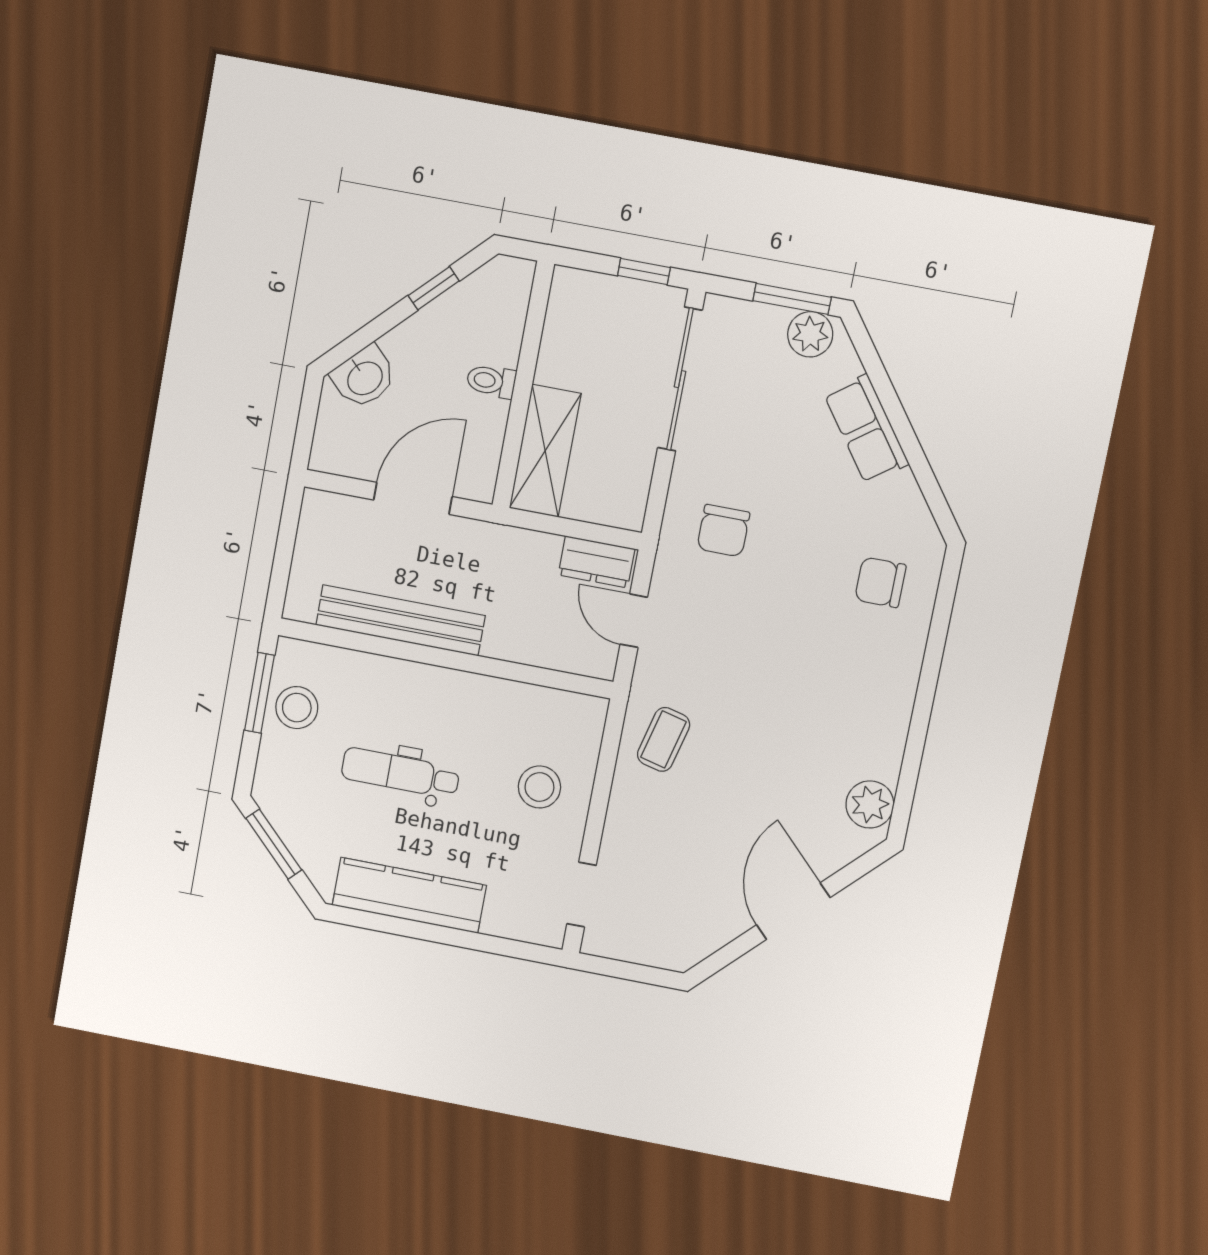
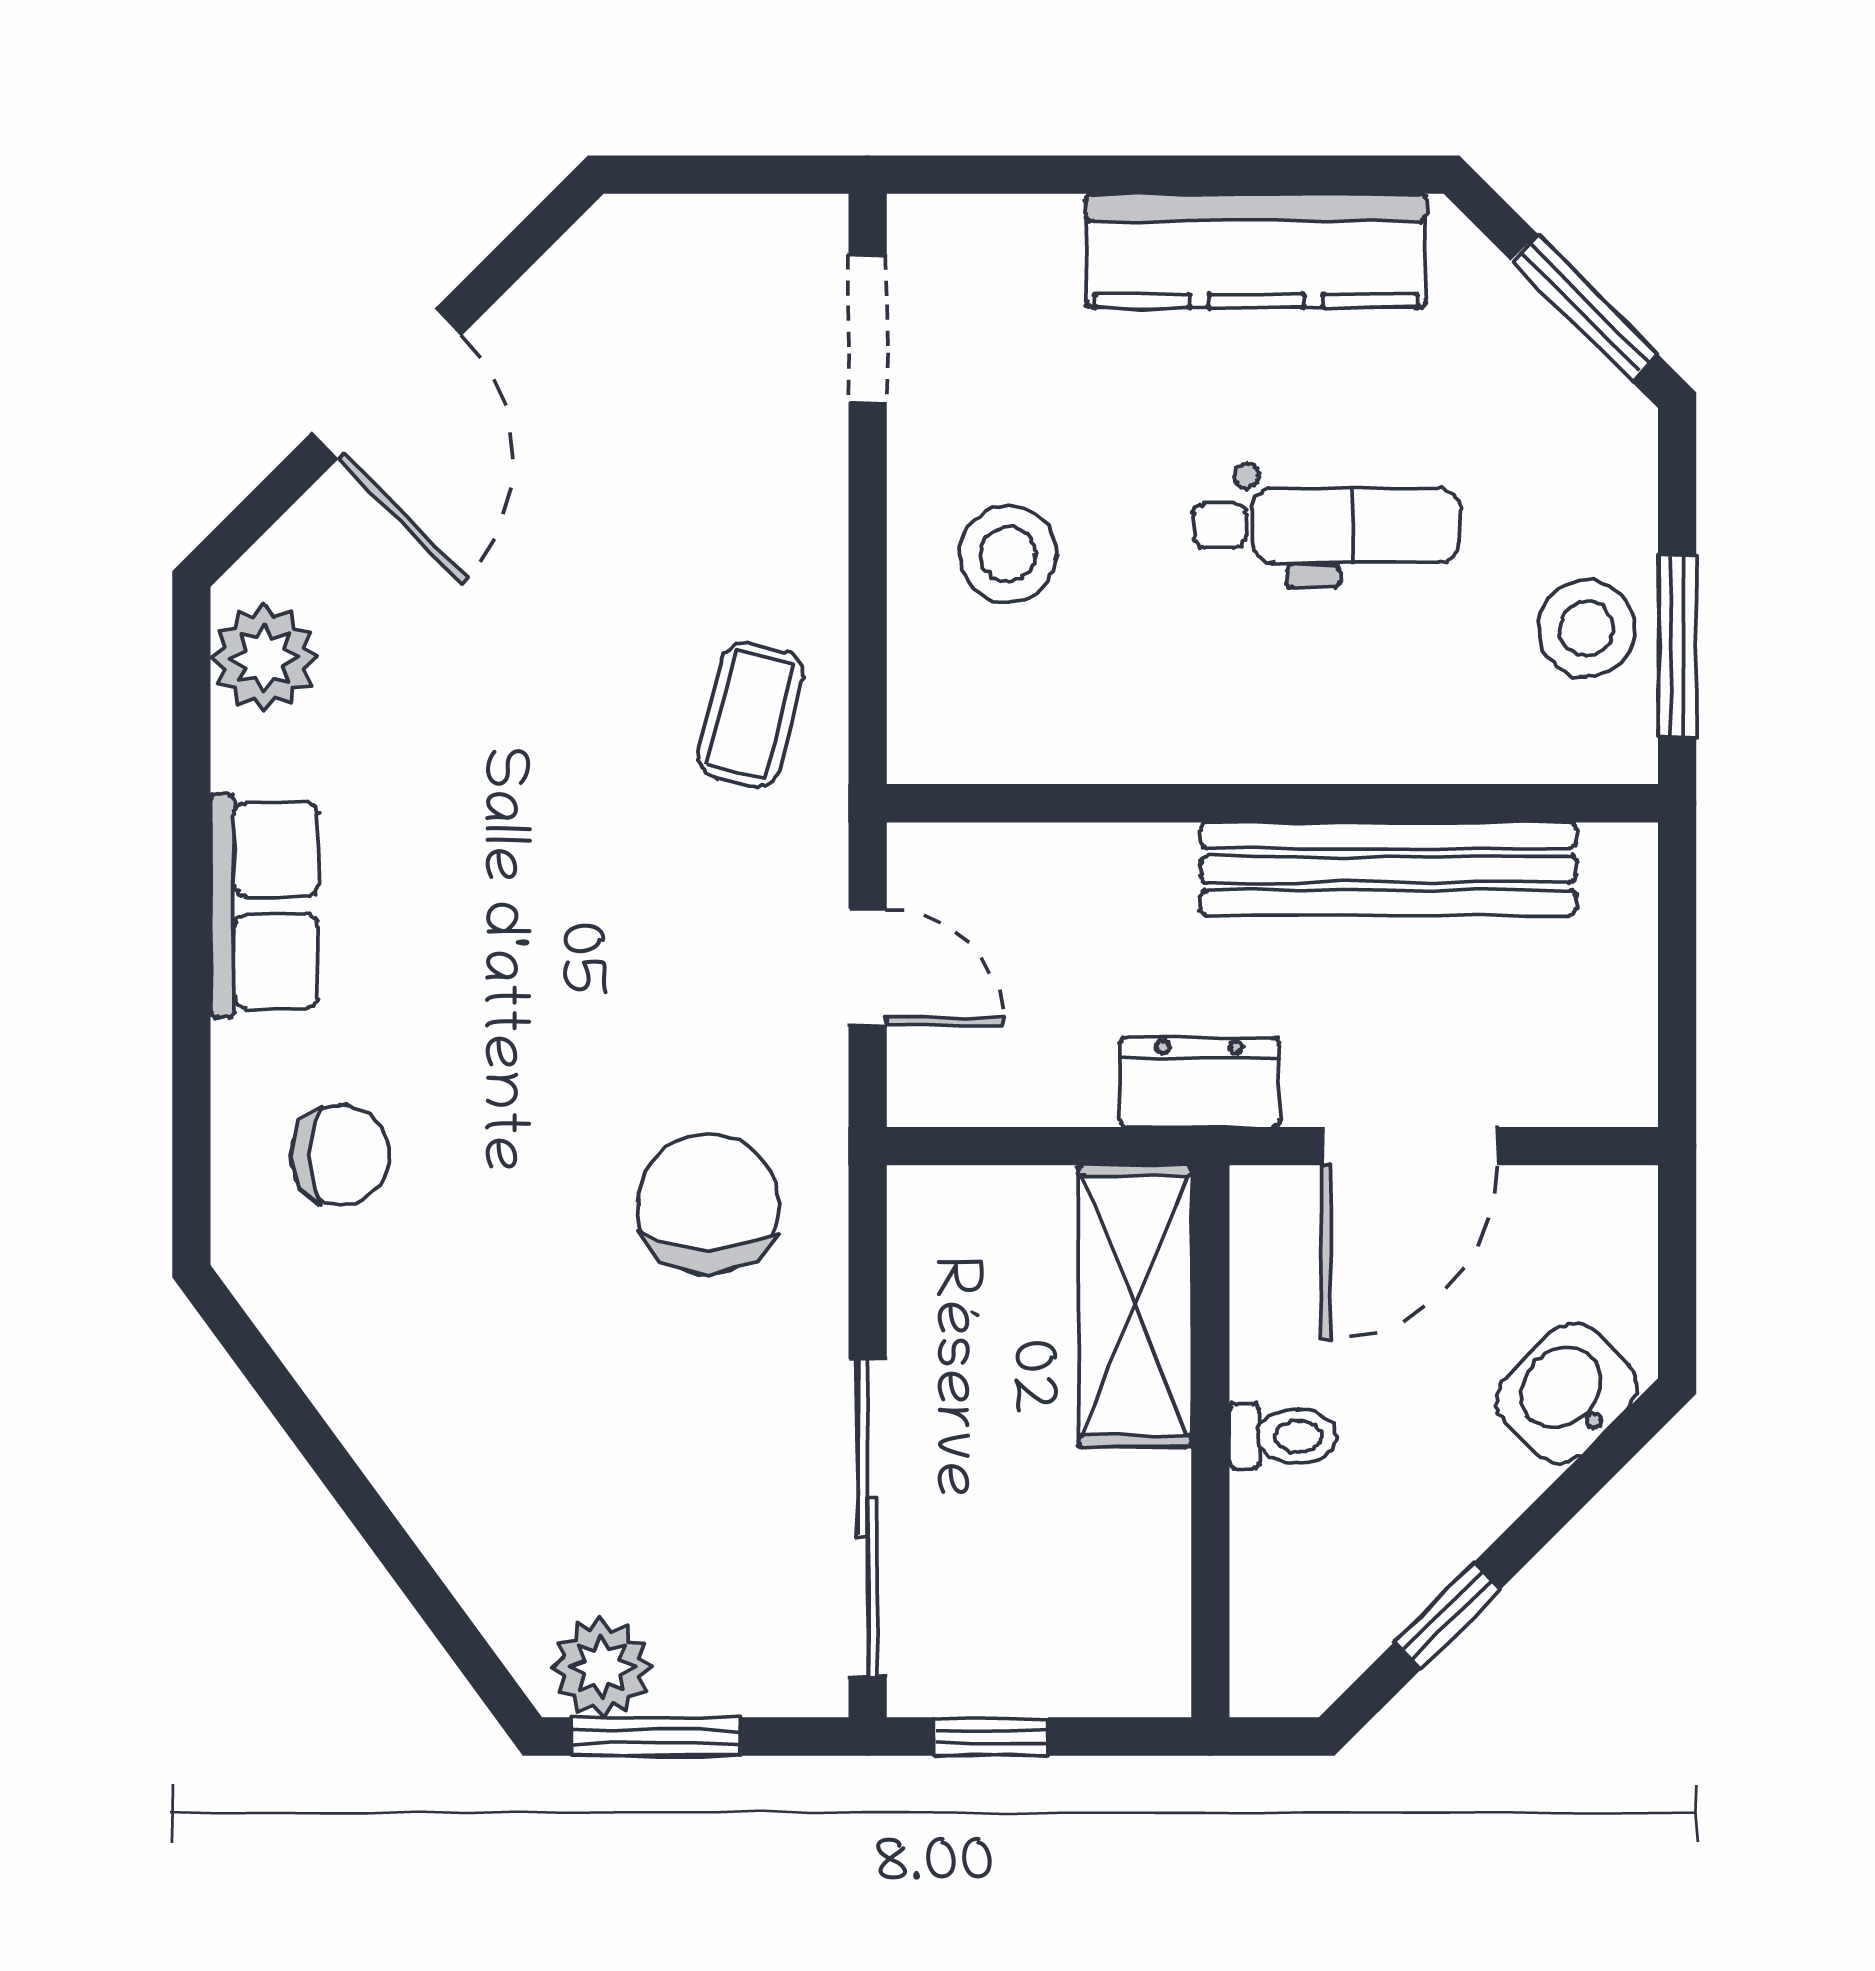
row of seats: (866, 429) -> (264, 906), moved, turned 36
chair: (723, 531) -> (708, 1204), width x1.37, depth x1.37
dresser: (597, 562) -> (1200, 1082), moved

